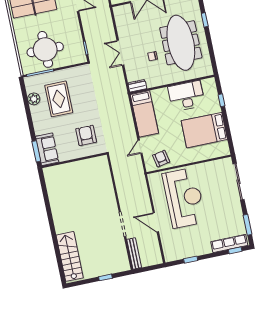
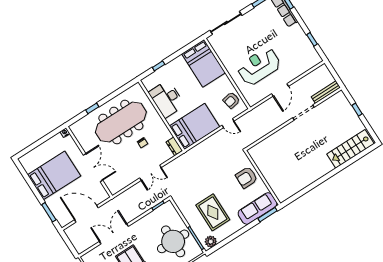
plant: (34, 99) -> (211, 242), moved
rug: (59, 99) -> (213, 212), turned 90
bed: (144, 114) -> (195, 126), width x1.50
bed: (204, 130) -> (204, 63), moved
armchair: (86, 135) -> (246, 177), moved
sofa: (47, 149) -> (258, 208), width x1.36
reception desk: (184, 198) -> (259, 66), width x0.74, depth x0.77
door: (156, 222) -> (280, 90), moved

